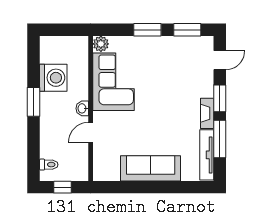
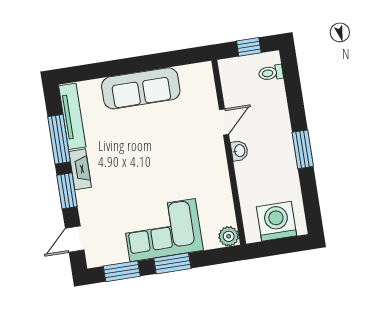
washing machine: (53, 78) -> (276, 221), moved, turned 90
corner sofa: (114, 82) -> (163, 230), moved, turned 90

